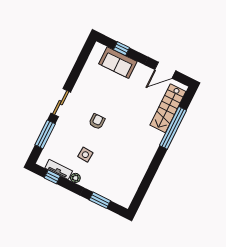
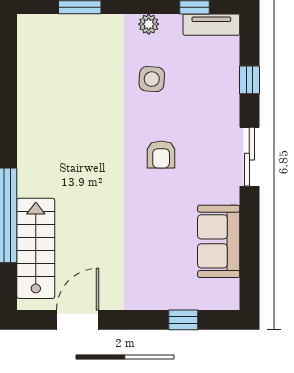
sofa: (118, 63) -> (219, 241), moved, turned -90
window: (45, 134) -> (249, 80), width x0.46
tv unit: (59, 169) -> (211, 25), moved

